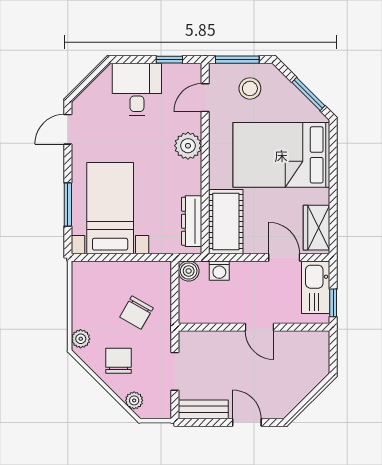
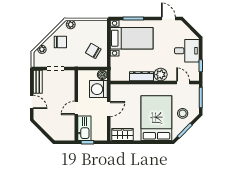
stool: (250, 88) -> (183, 113), moved
dresser: (192, 221) -> (142, 76), moved
cot: (226, 222) -> (125, 92), removed
door: (284, 257) -> (109, 109), moved
washing machine: (219, 271) -> (98, 89), width x1.89, depth x1.89
kitchen sink: (316, 287) -> (84, 128), moved, turned 90
chair: (136, 313) -> (93, 51), moved
door: (247, 422) -> (32, 102), hinge flipped

